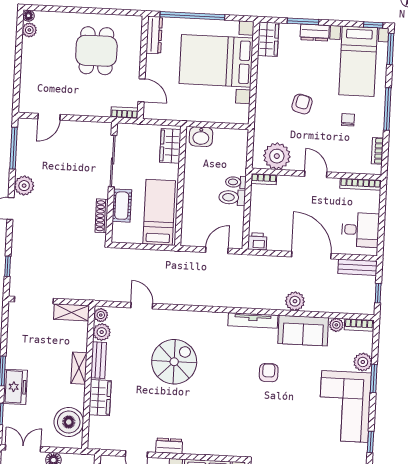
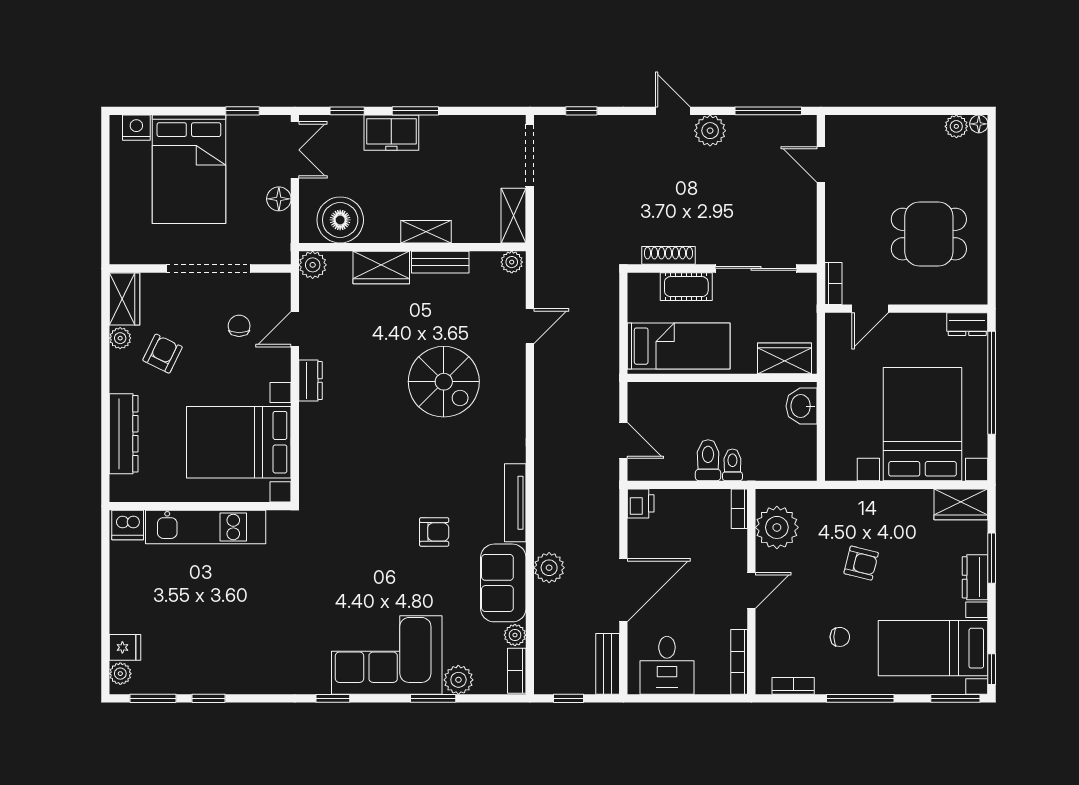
dresser: (154, 35) -> (967, 324), width x0.70
plant: (102, 332) -> (313, 265), moved

